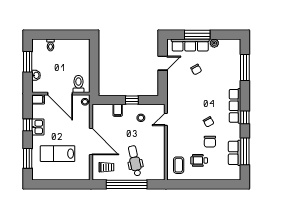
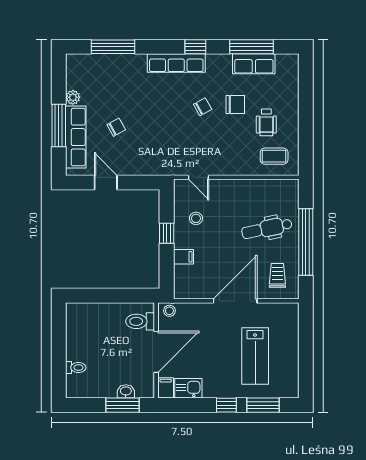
window: (28, 62) -> (122, 405), moved
window: (28, 125) -> (226, 405), moved
kitchen sink: (38, 127) -> (188, 388), moved

